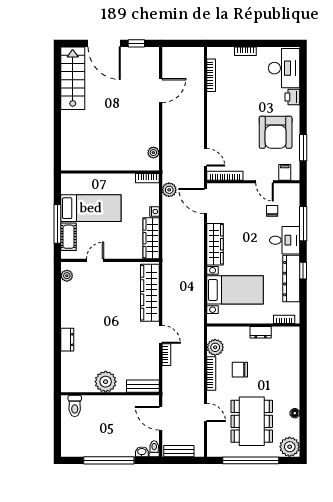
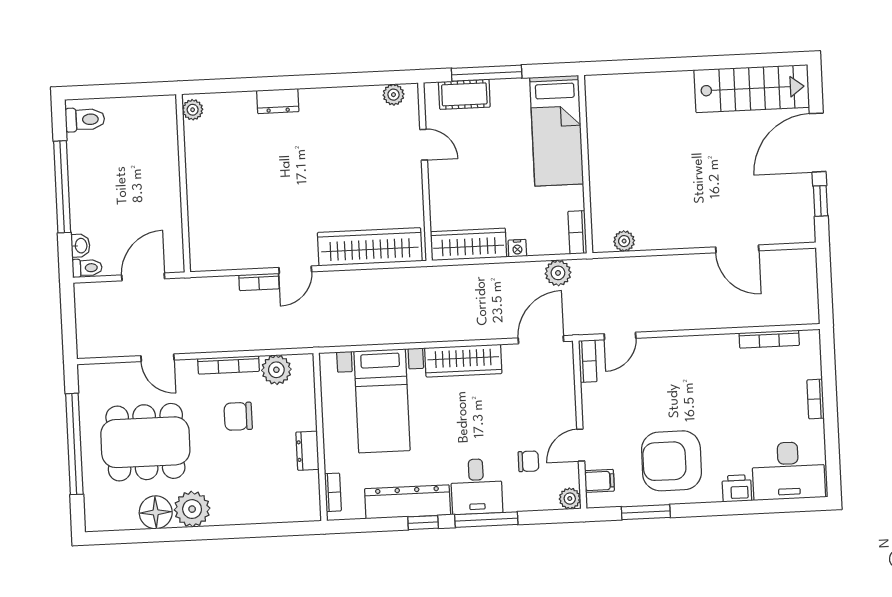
bookcase: (225, 176) -> (588, 361), width x0.64
plant: (294, 189) -> (570, 499), added
bed: (91, 208) -> (557, 131), moved
window: (303, 224) -> (486, 520), moved
chair: (240, 370) -> (238, 416), turned -90
plant: (106, 382) -> (193, 110), moved, width x0.53, depth x0.53
bench: (143, 386) -> (200, 242), removed
toilet: (75, 406) -> (85, 120), moved, turned 180
door: (206, 412) -> (158, 358), hinge flipped
floor lamp: (295, 413) -> (156, 512), width x1.89, depth x1.89
plant: (290, 447) -> (192, 509), moved
bench: (179, 451) -> (85, 313), removed

